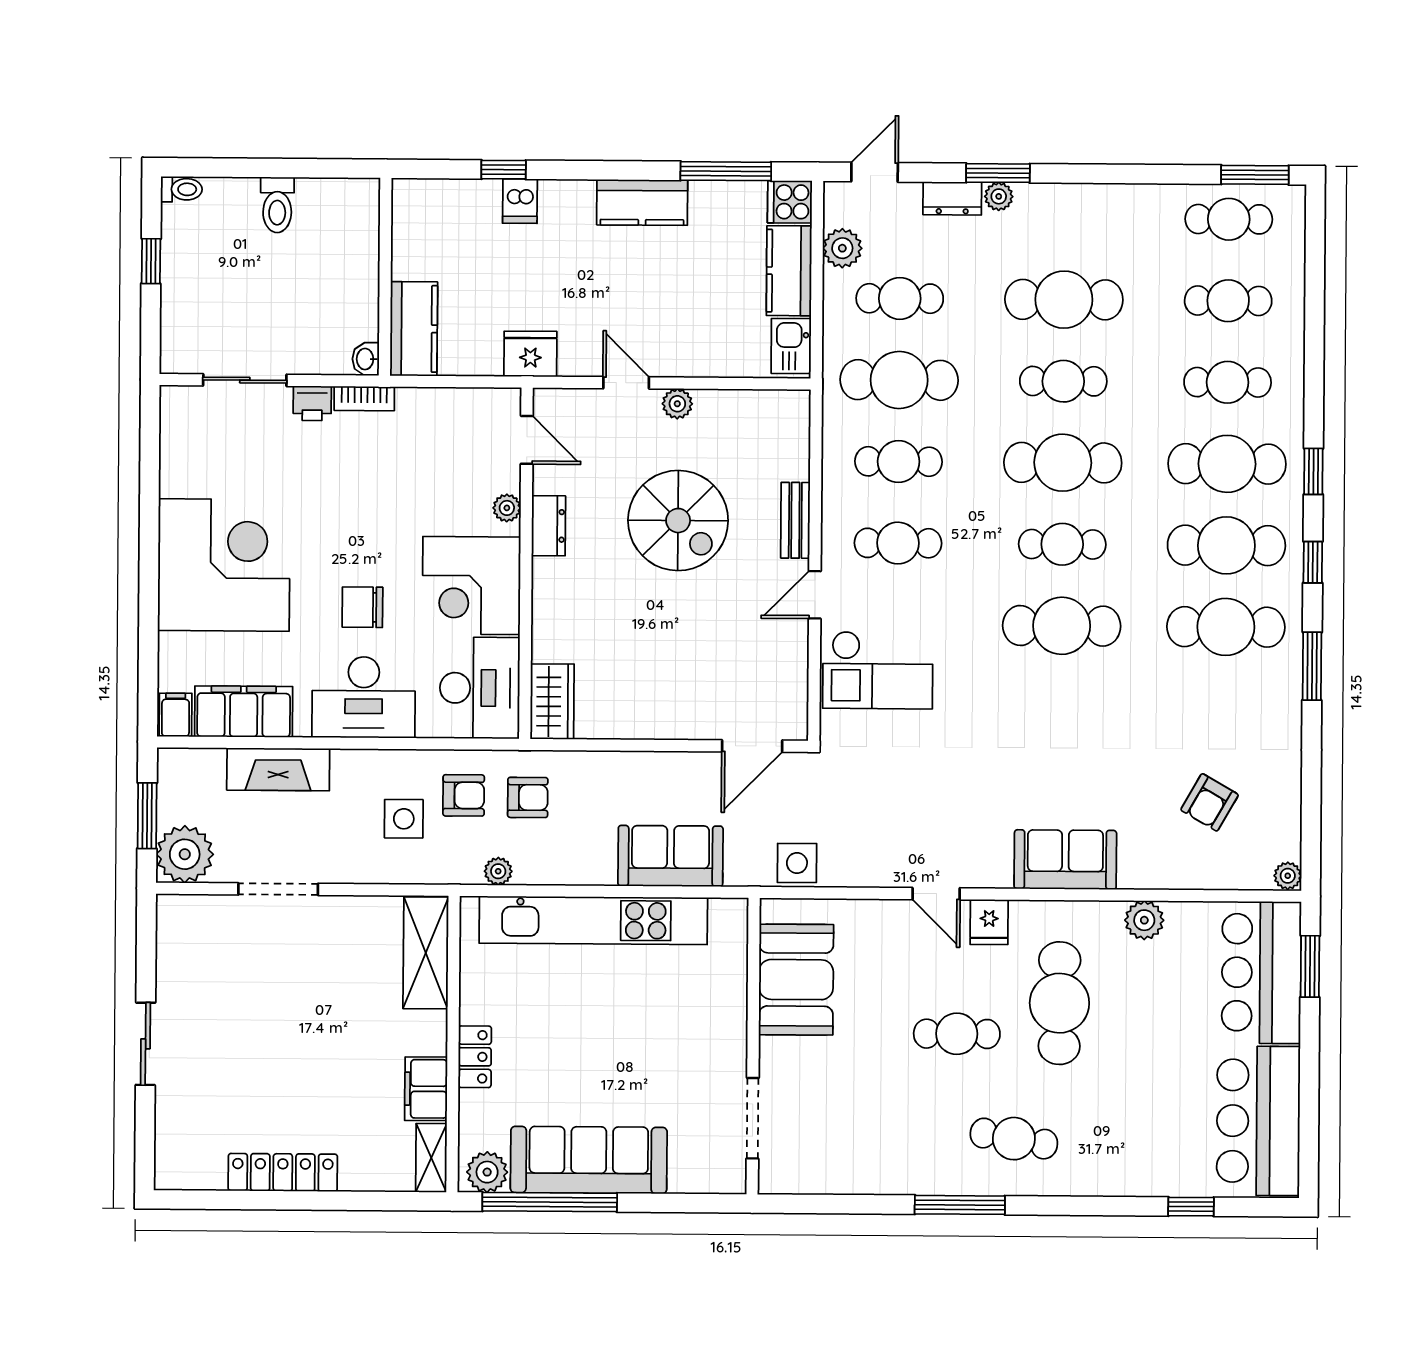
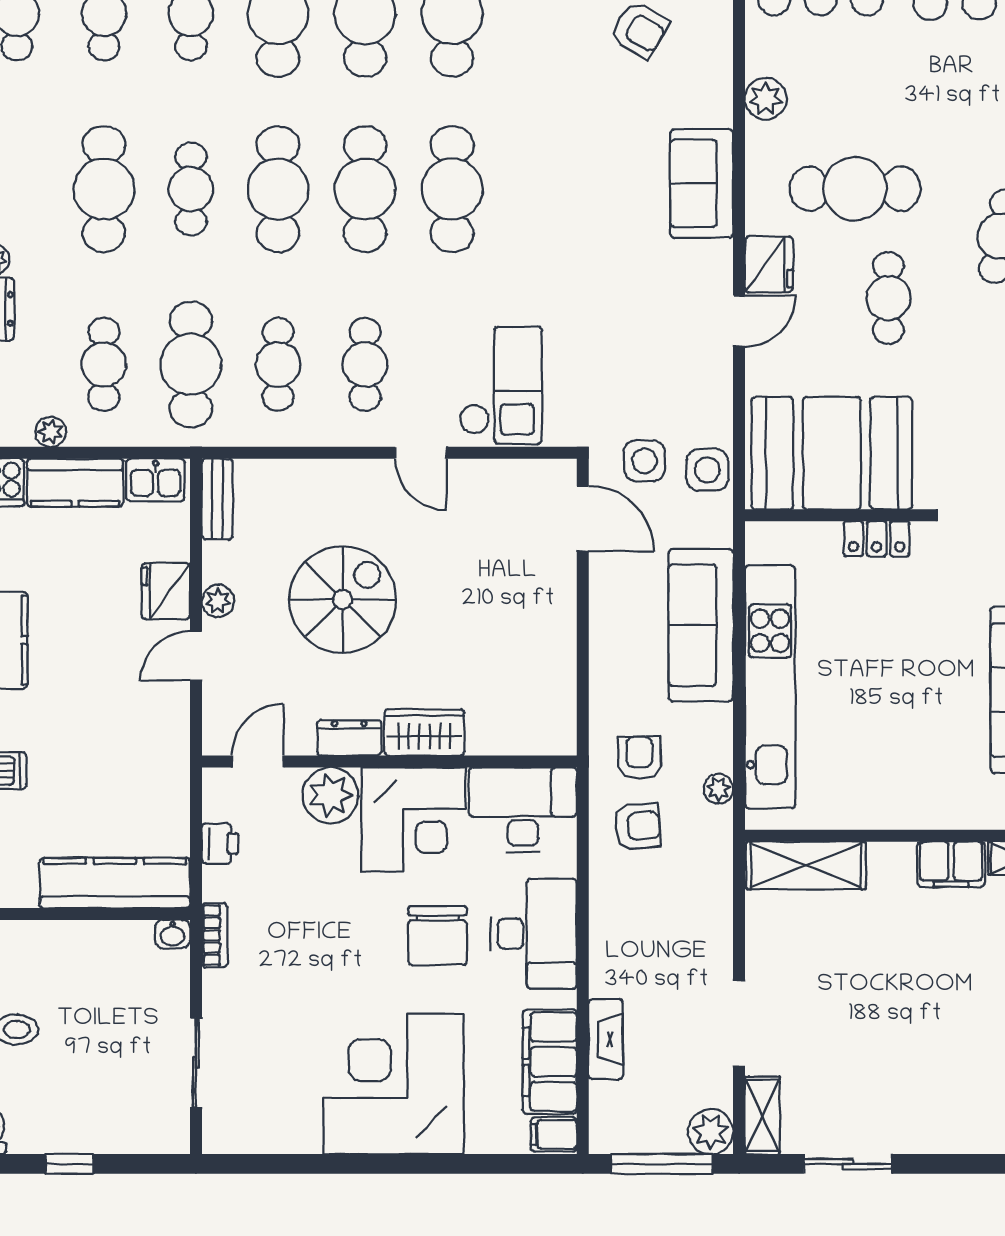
plant: (842, 248) -> (51, 432), width x0.73, depth x0.73
kitchen counter: (414, 329) -> (115, 883), width x1.50
fridge: (530, 354) -> (166, 591), moved
printer: (312, 403) -> (220, 844), moved
plant: (507, 508) -> (330, 795), width x1.87, depth x1.87
bench: (795, 520) -> (217, 499), moved, turned 90
cafe table: (1062, 544) -> (365, 189), width x1.37, depth x1.35
chair: (362, 607) -> (437, 936), width x1.37, depth x1.37
wardrobe: (552, 702) -> (424, 732), moved
fireplace: (278, 769) -> (606, 1039), width x0.73, depth x0.76
armchair: (464, 795) -> (638, 826), turned 85
window: (147, 816) -> (662, 1164), width x1.44
side table: (404, 819) -> (644, 461), moved
plant: (185, 854) -> (711, 1132), width x0.73, depth x0.73
sofa: (670, 856) -> (701, 625), width x1.36
shelving: (192, 910) -> (762, 1115), added
fridge: (989, 922) -> (769, 264), width x1.38
booth: (796, 980) -> (832, 453), width x1.36, depth x1.42
sliding door: (146, 1044) -> (848, 1164), moved
locker: (475, 1057) -> (877, 539), moved, turned 180

